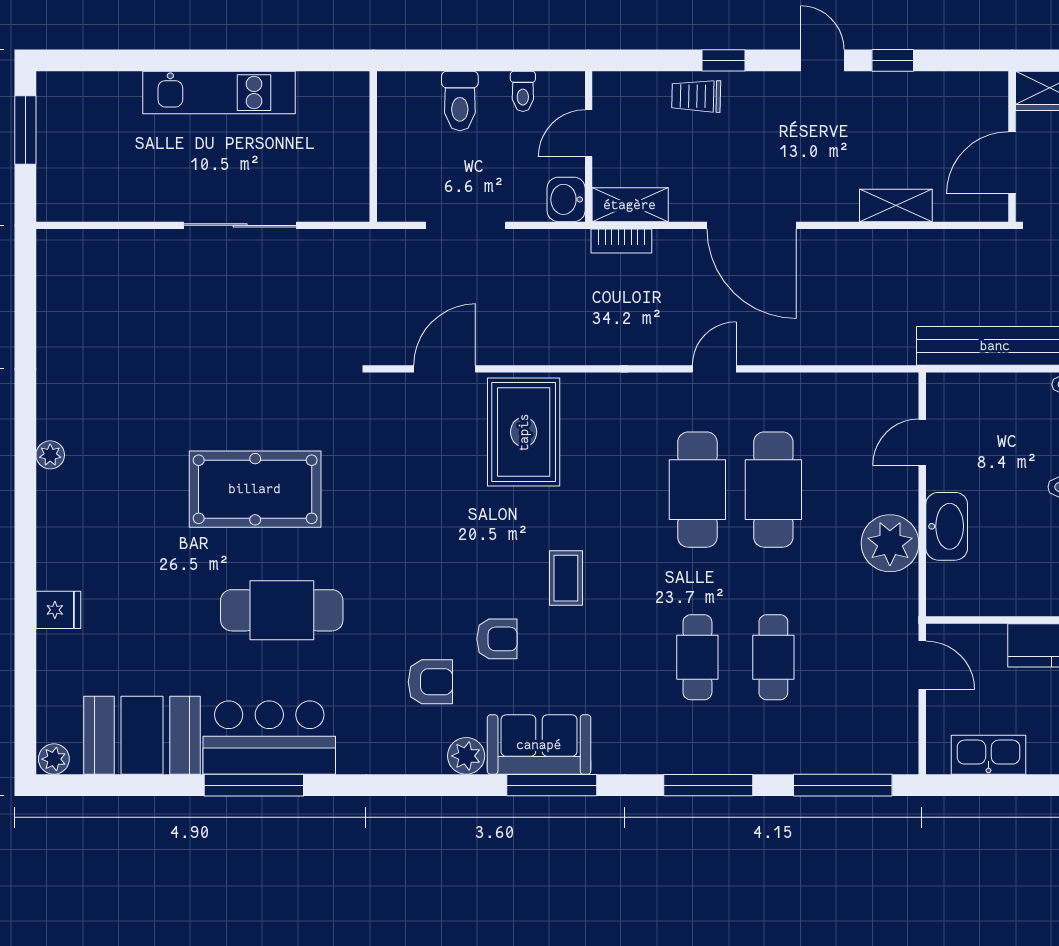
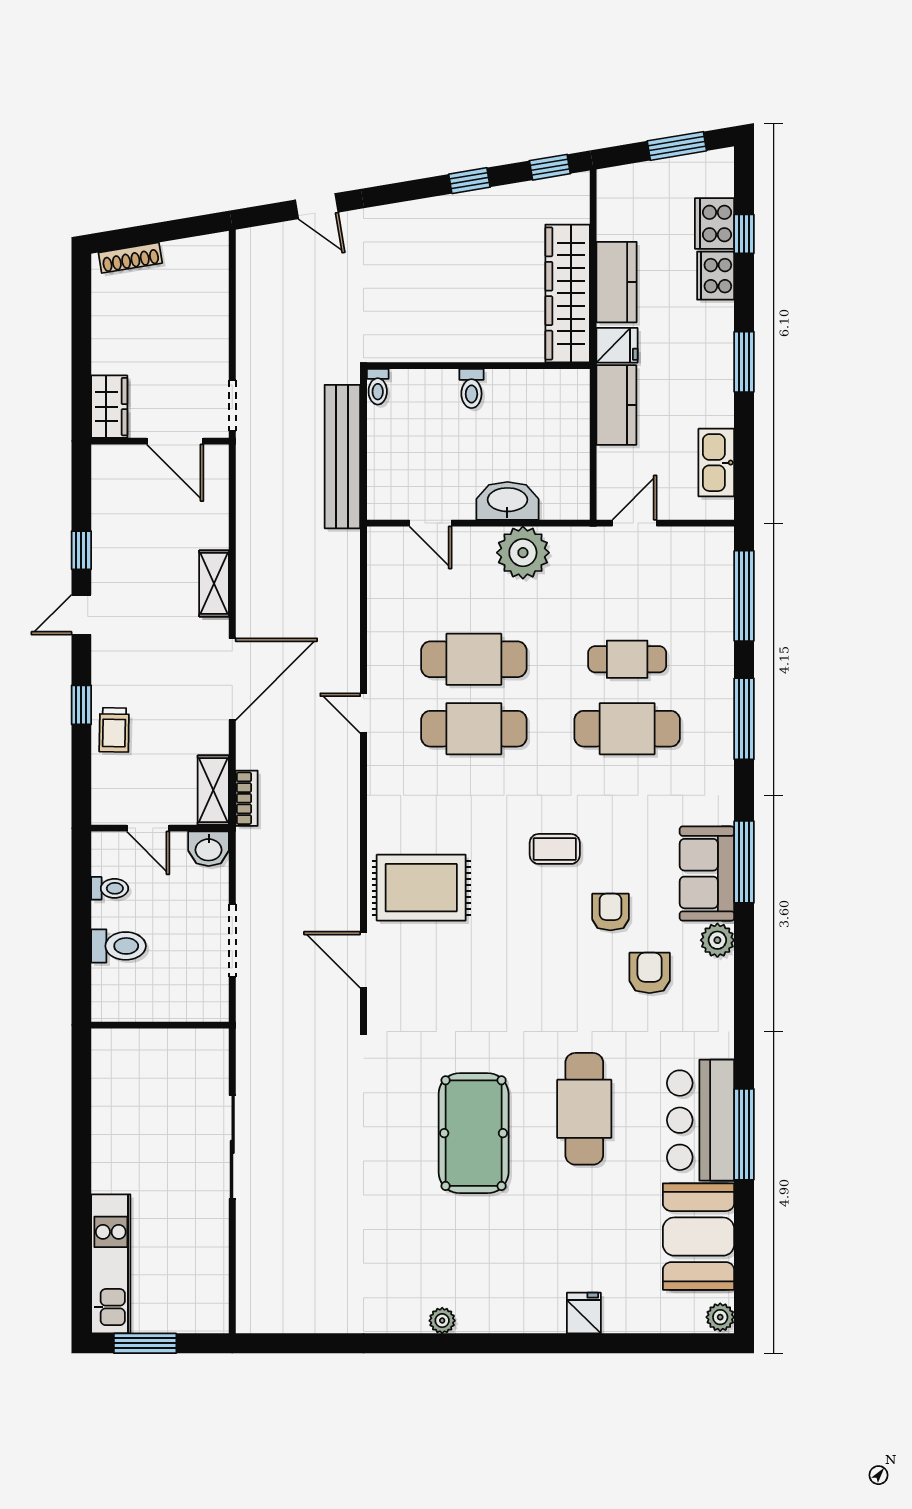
kitchen unit: (219, 93) -> (111, 1264), moved
shelving: (896, 205) -> (214, 583), moved
cafe table: (697, 657) -> (627, 729), width x1.37, depth x1.35

